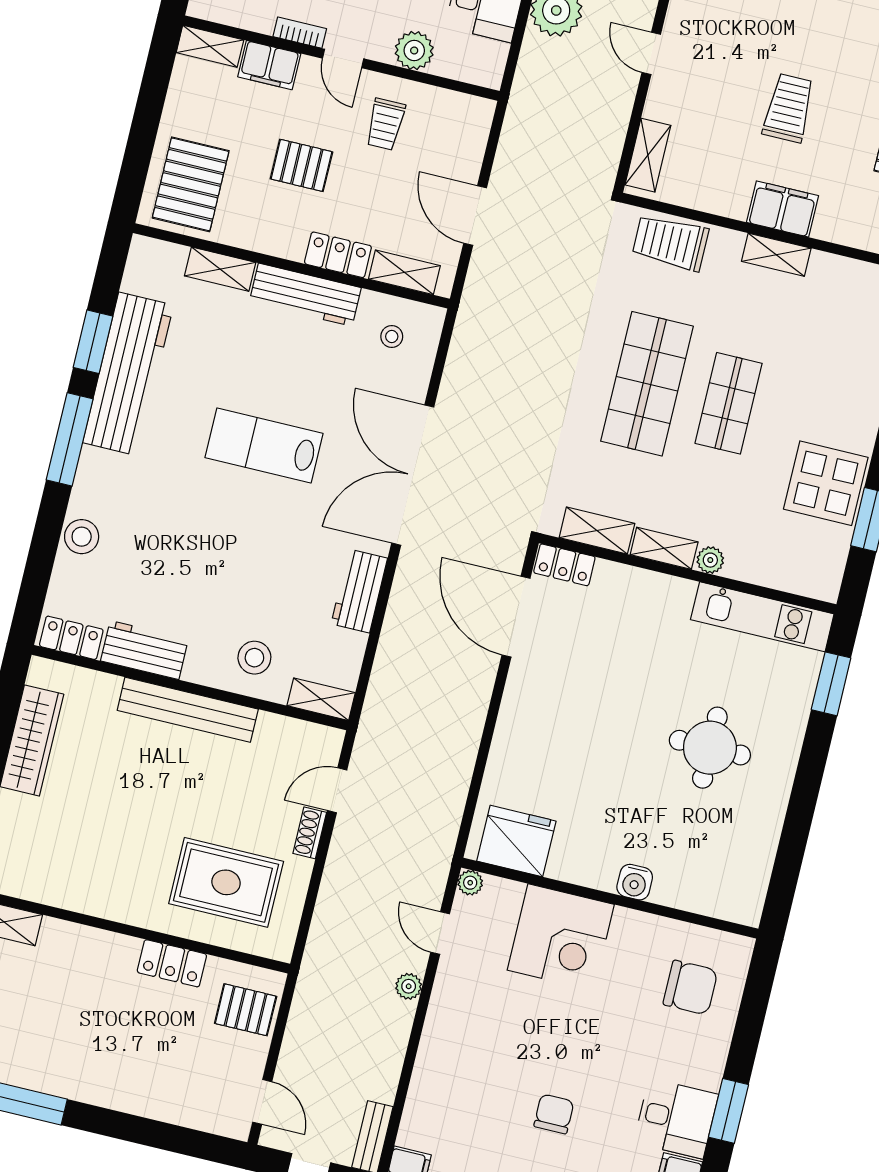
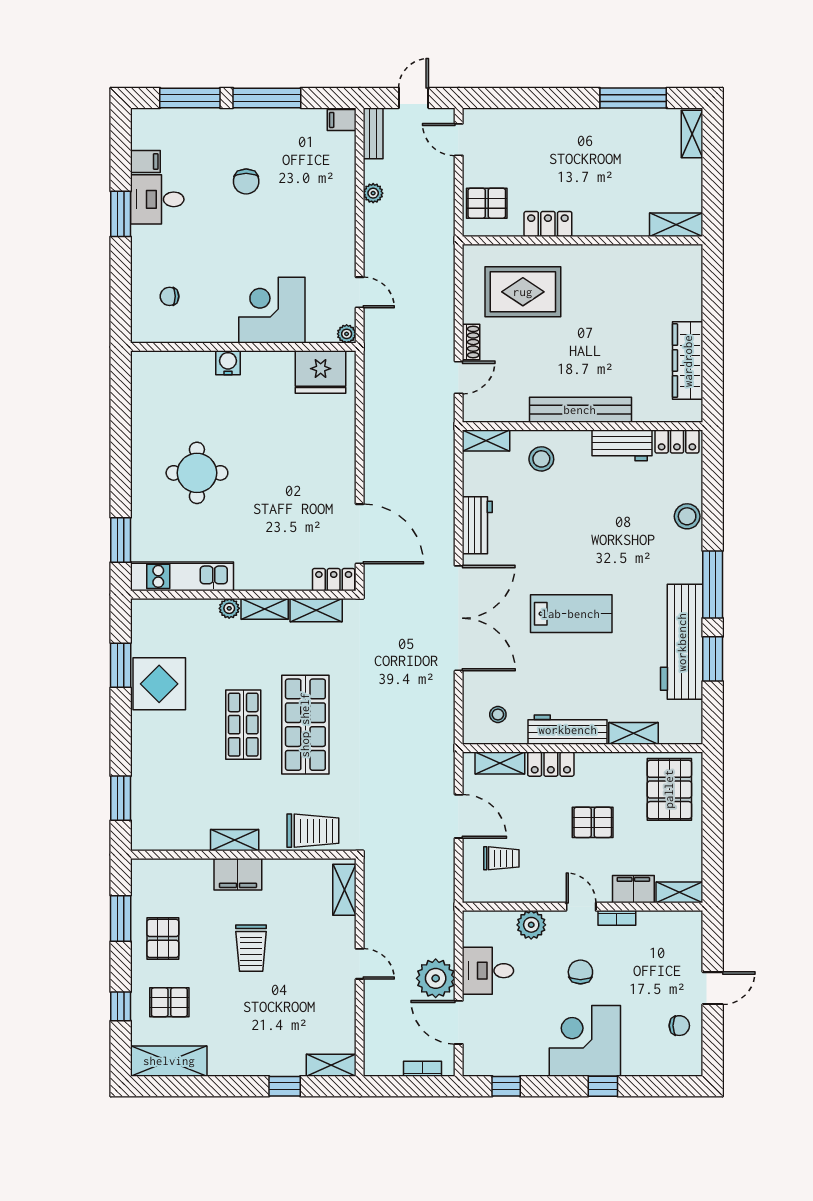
trolley: (385, 124) -> (501, 858), moved, turned 90
plant: (409, 986) -> (373, 193), moved
chair: (690, 988) -> (170, 296), width x0.54, depth x0.54

